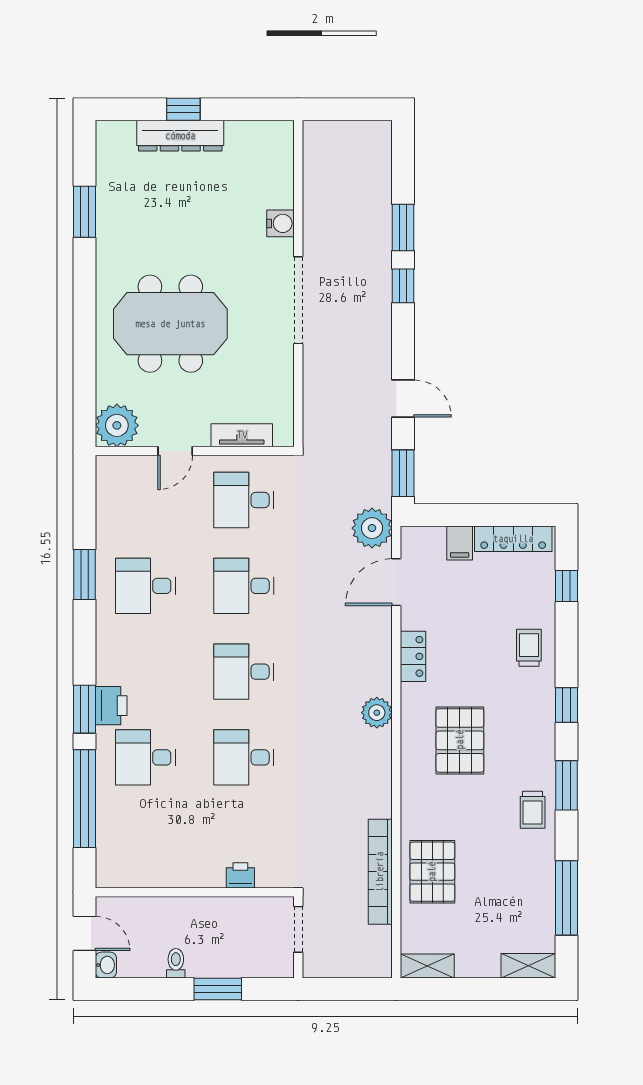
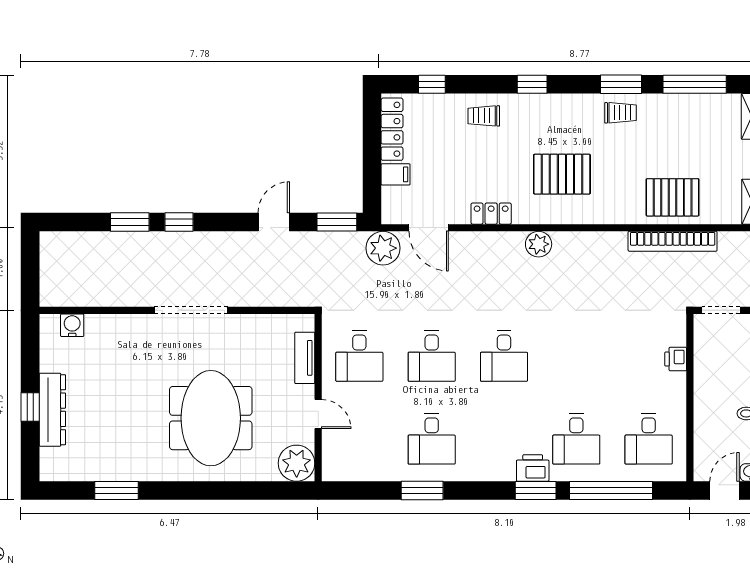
water cooler: (281, 223) -> (72, 325), moved
desk: (244, 757) -> (649, 439), moved
window: (566, 785) -> (621, 84), moved

